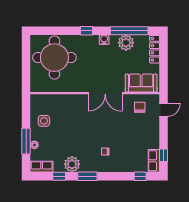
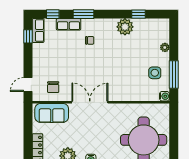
water cooler: (35, 99) -> (164, 96), added
window: (26, 141) -> (174, 75), moved
row of seats: (42, 167) -> (69, 24), moved
window: (87, 176) -> (83, 14), moved

